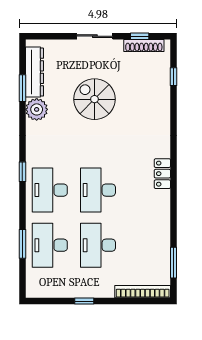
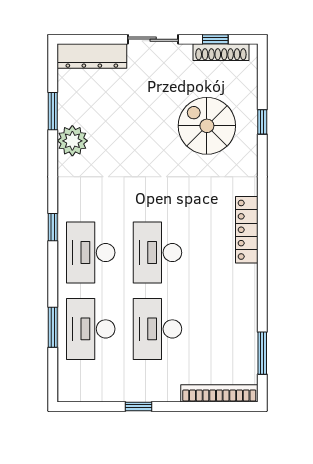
dresser: (35, 72) -> (92, 56), moved, turned 90
window: (174, 77) -> (262, 122), moved
spiral stairs: (94, 99) -> (207, 126), moved
locker: (162, 174) -> (247, 230), width x1.53

